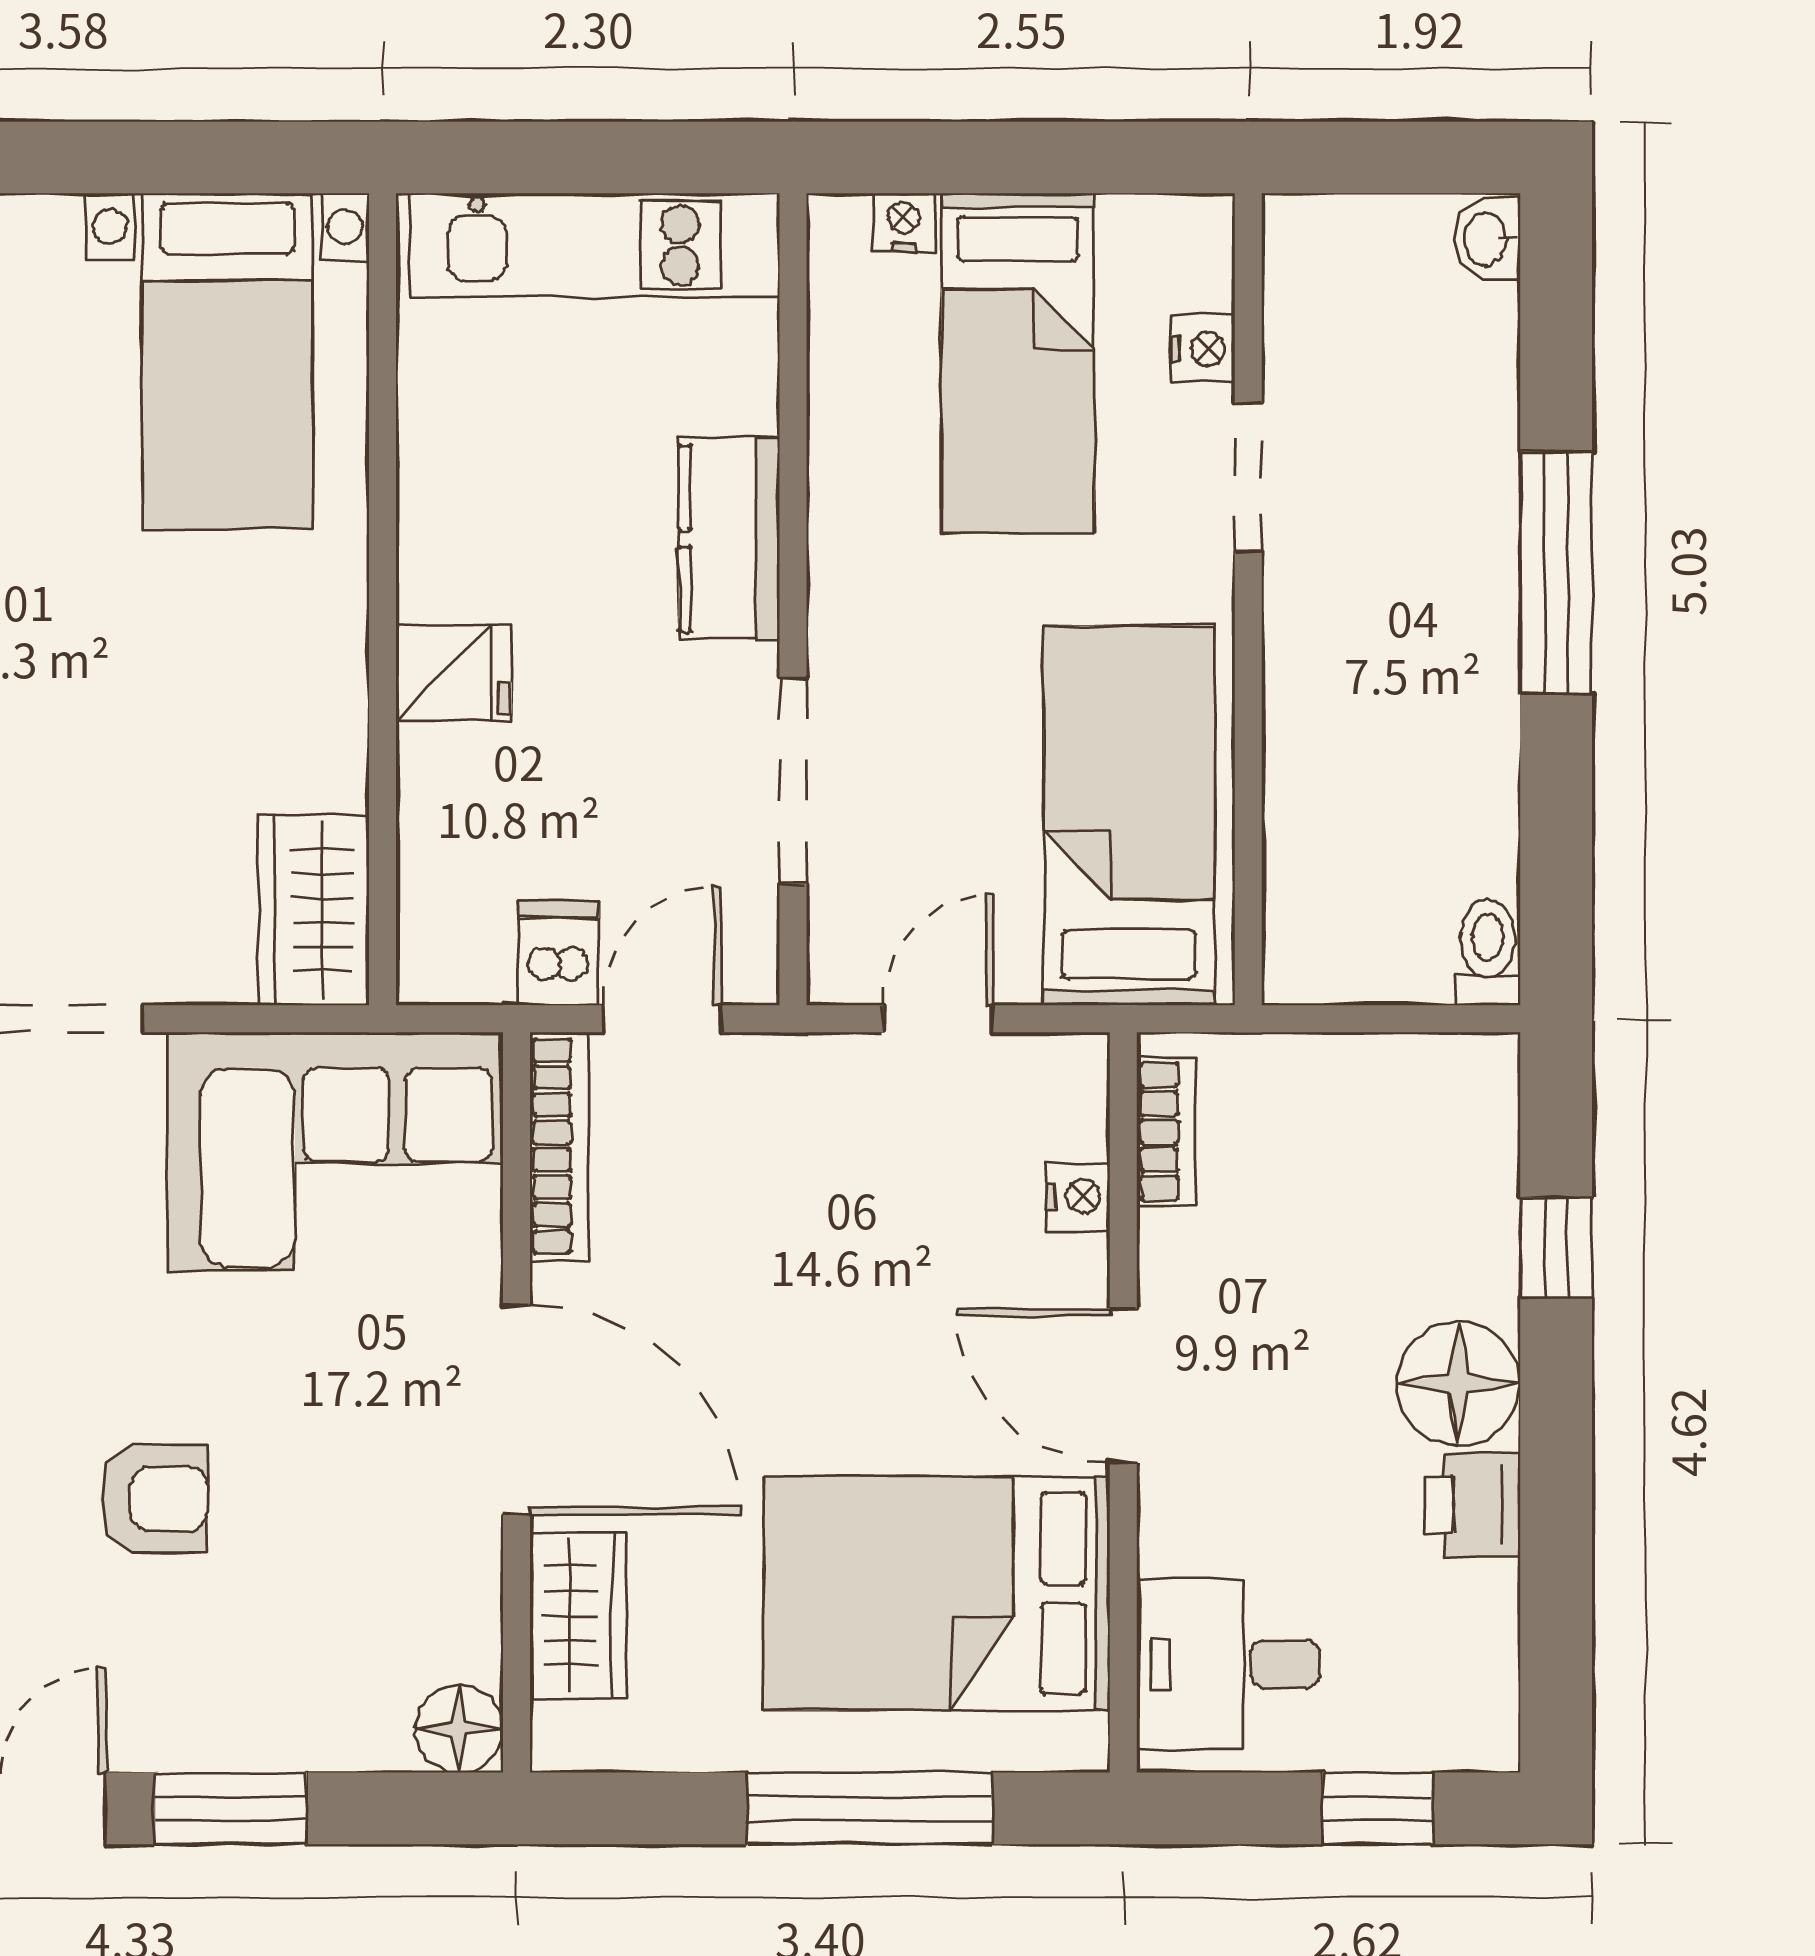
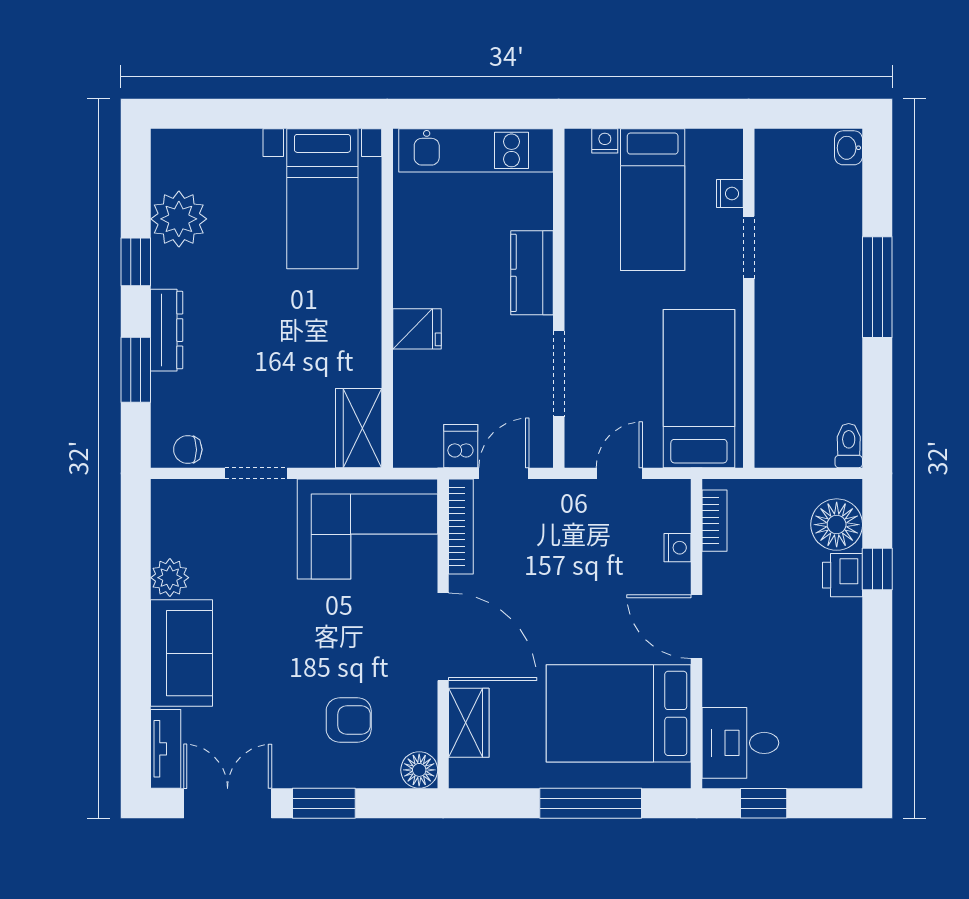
floor lamp: (1459, 1384) -> (837, 525), moved
armchair: (154, 1499) -> (349, 720), moved
printer: (1473, 1505) -> (843, 575), moved
window: (1378, 1808) -> (764, 803), moved

